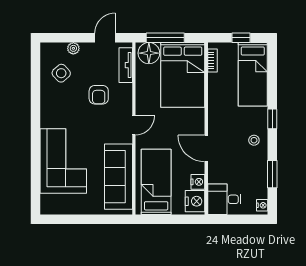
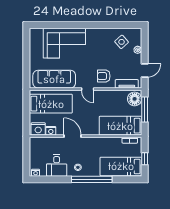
door: (105, 38) -> (145, 70), hinge flipped
bed: (183, 75) -> (120, 126), width x0.67
armchair: (99, 95) -> (104, 76), moved
window: (272, 119) -> (92, 179), width x3.17
door: (206, 149) -> (72, 136), hinge flipped
window: (272, 174) -> (56, 179), removed
desk: (224, 199) -> (57, 165), moved, turned 180

